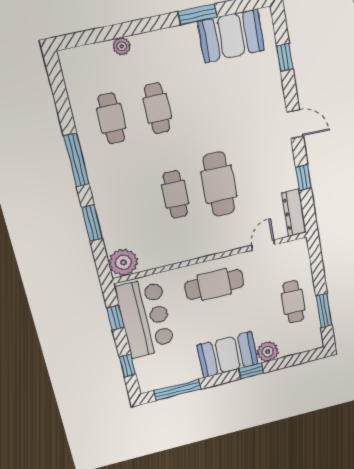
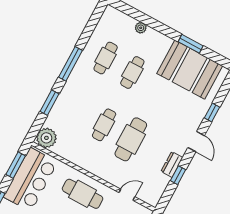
booth: (231, 36) -> (190, 70), width x1.36, depth x1.42
window: (285, 57) -> (212, 112), moved
dresser: (294, 213) -> (172, 164), moved, width x0.70
window: (116, 318) -> (16, 165), width x1.50

